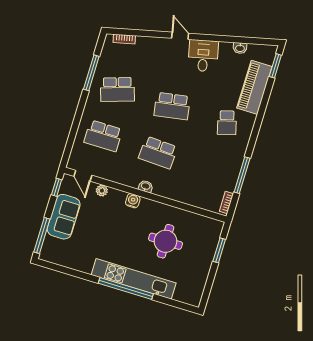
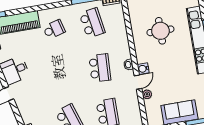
school desk: (172, 106) -> (92, 23), moved
door: (83, 176) -> (138, 82), moved

